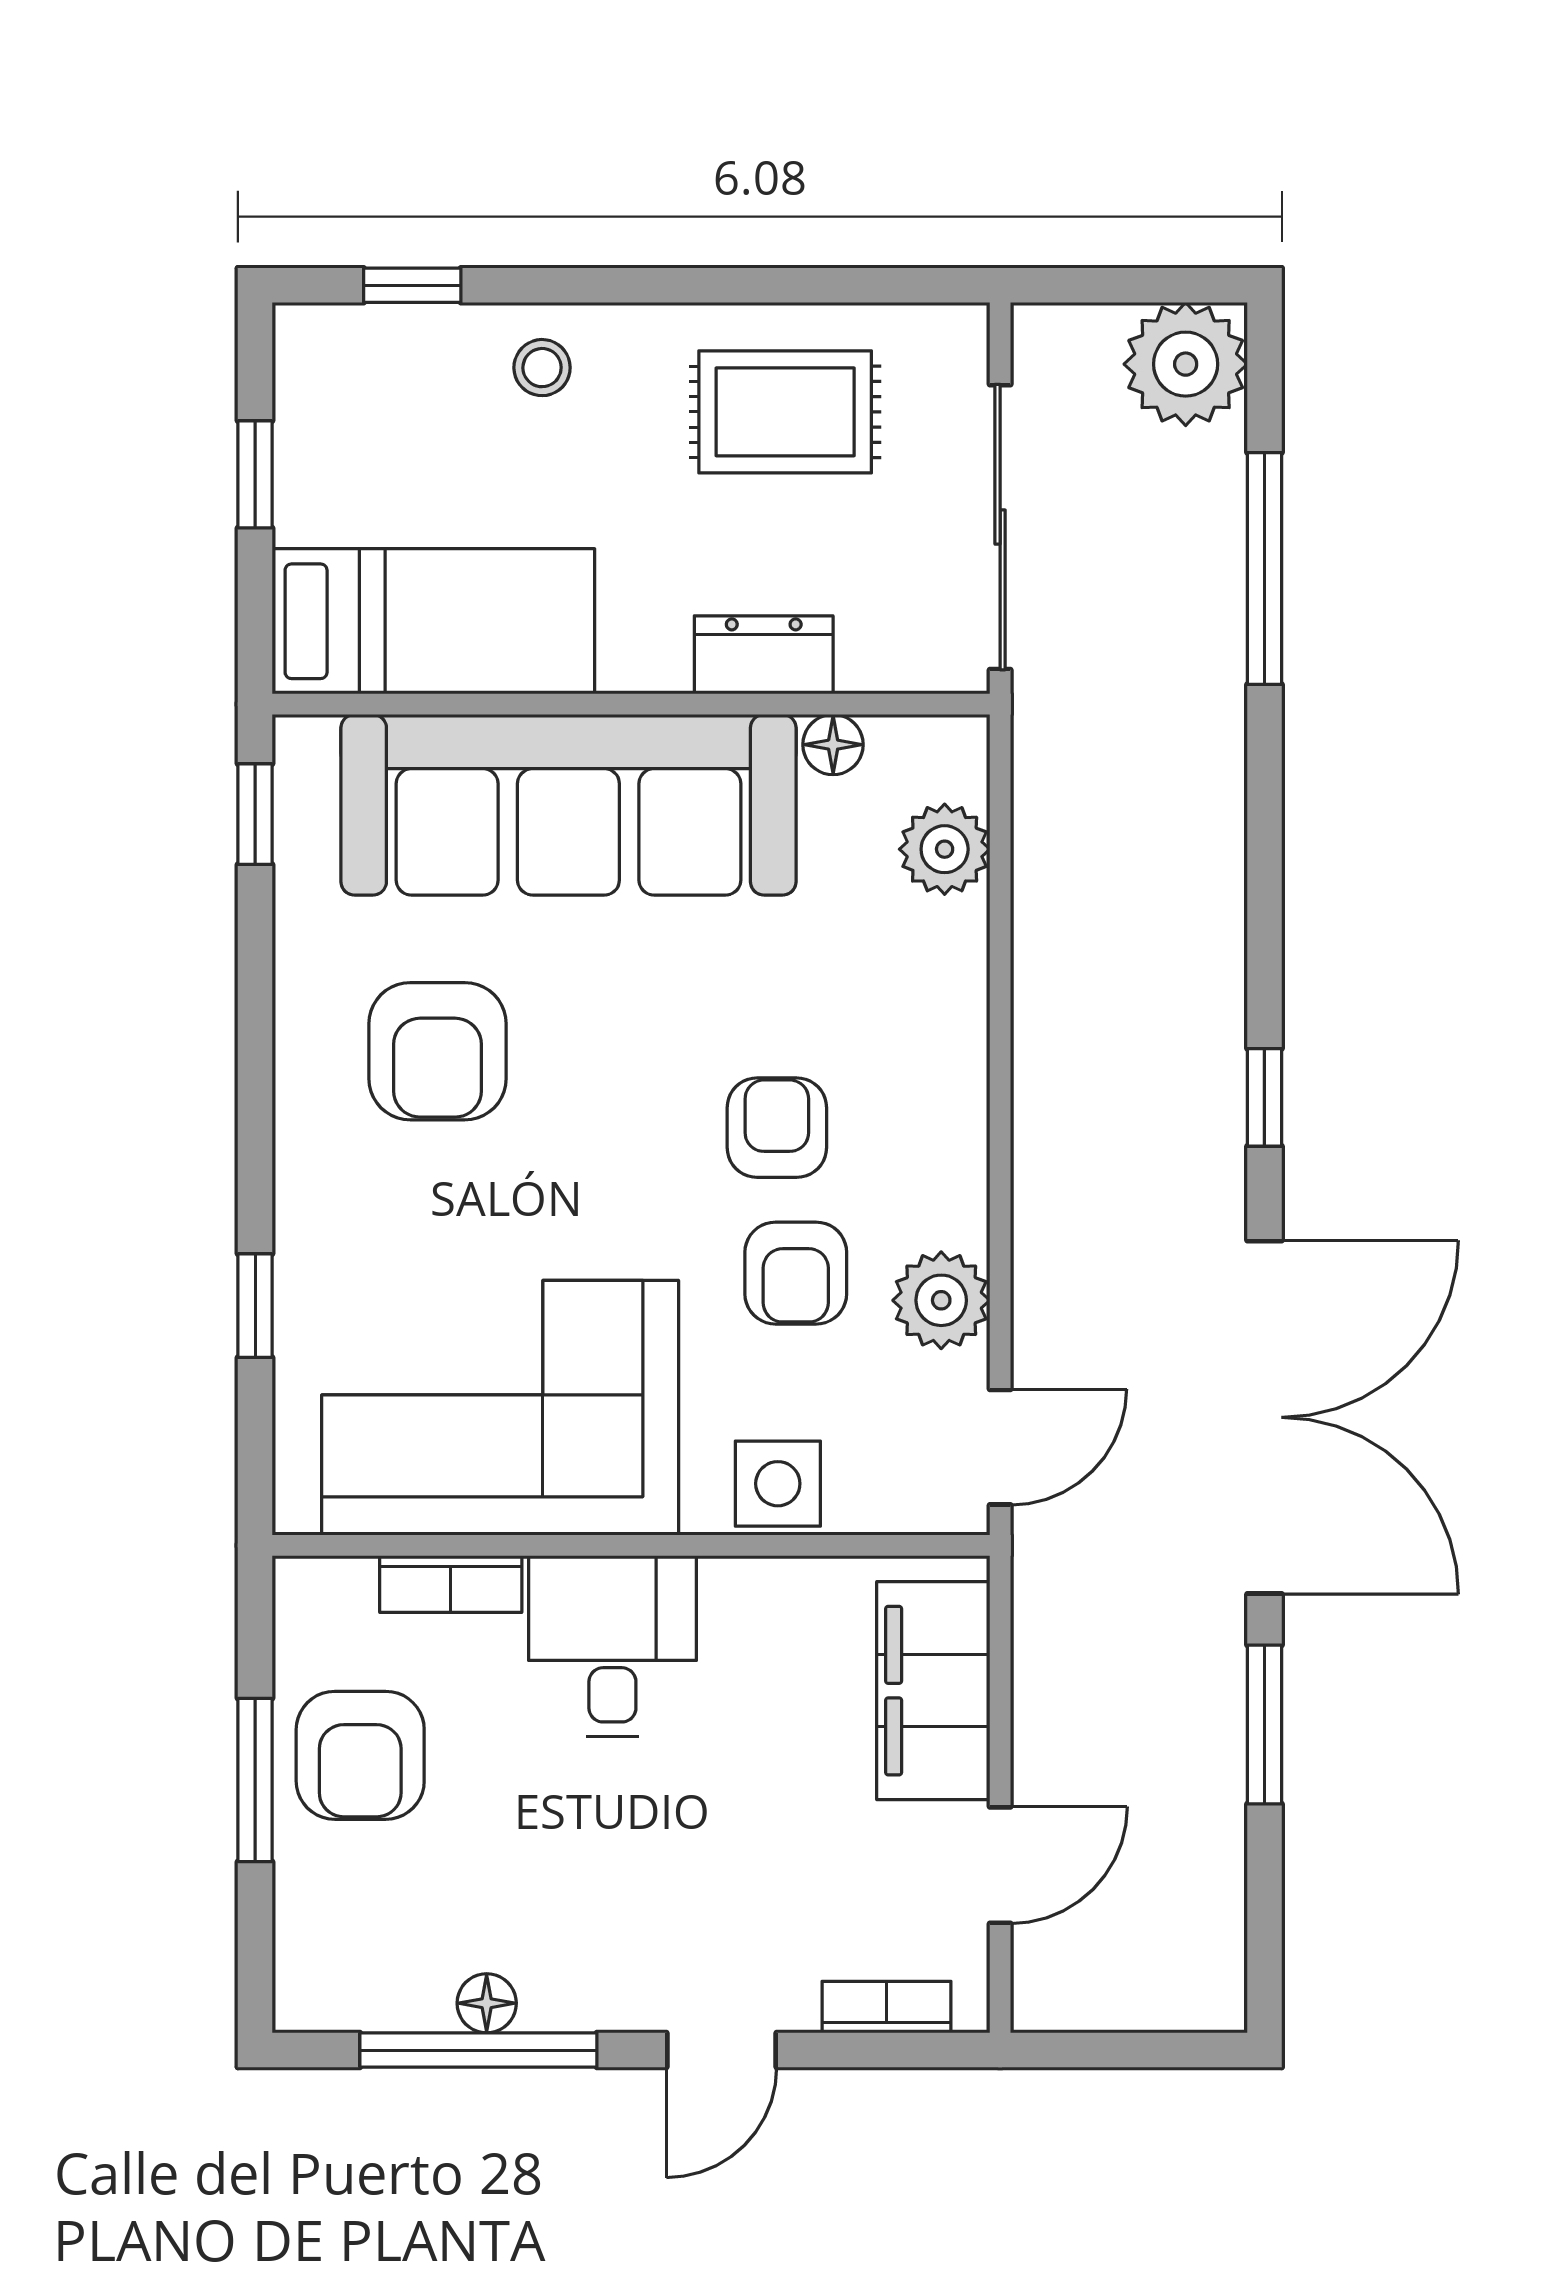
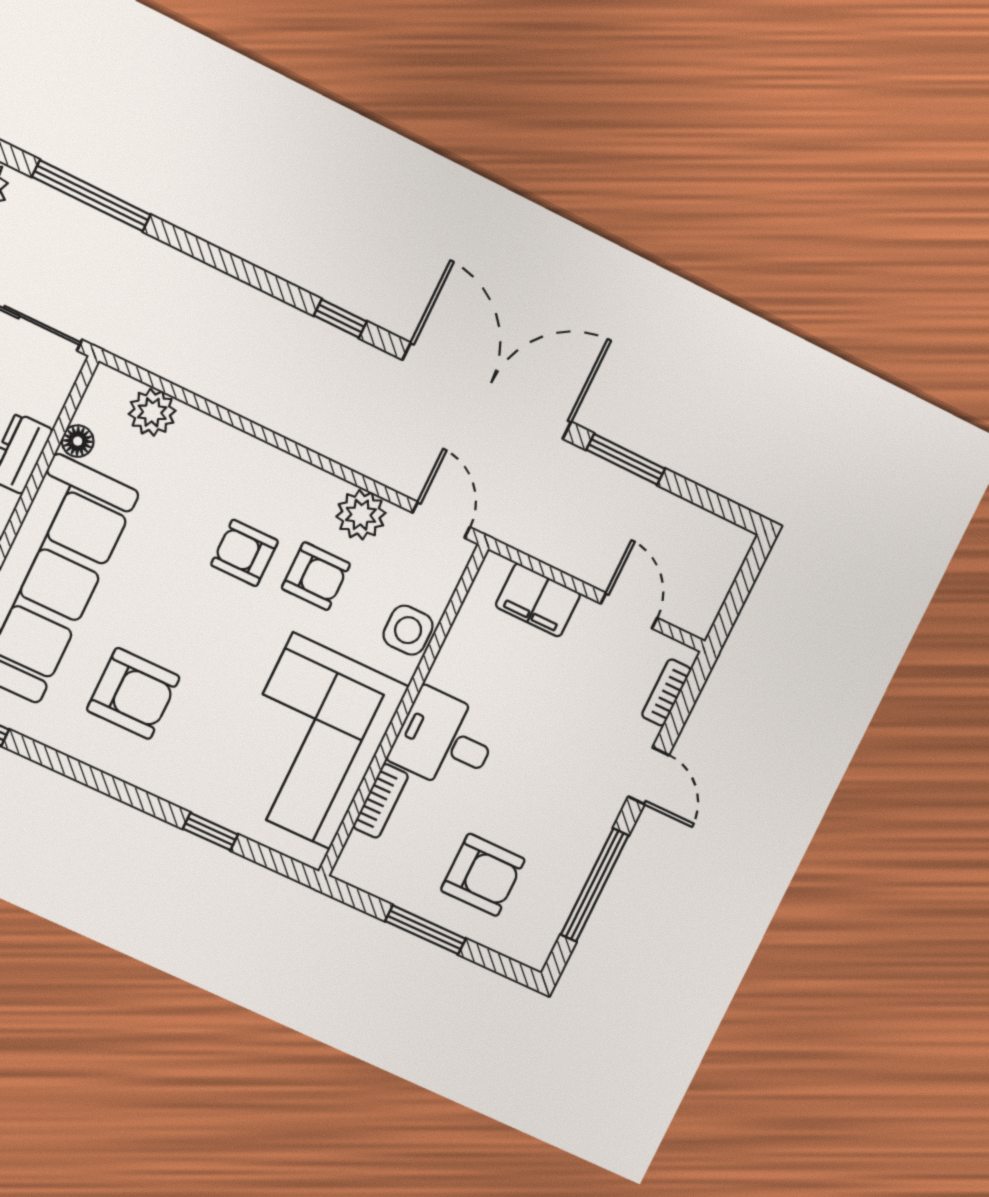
filing cabinet: (933, 1691) -> (538, 600), width x0.67, depth x0.86
armchair: (360, 1755) -> (483, 875), moved
floor lamp: (487, 2003) -> (576, 872), removed

